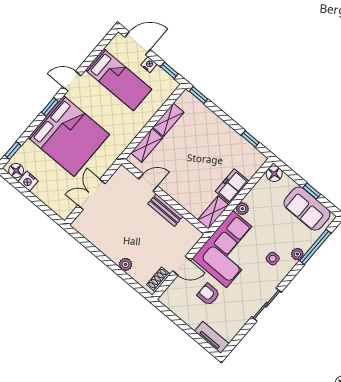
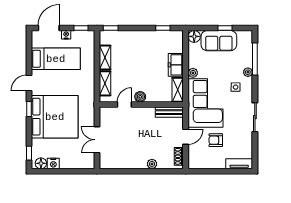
boiler: (170, 188) -> (140, 97), added
sofa: (307, 209) -> (219, 41), moved
bench: (165, 210) -> (169, 112), moved

